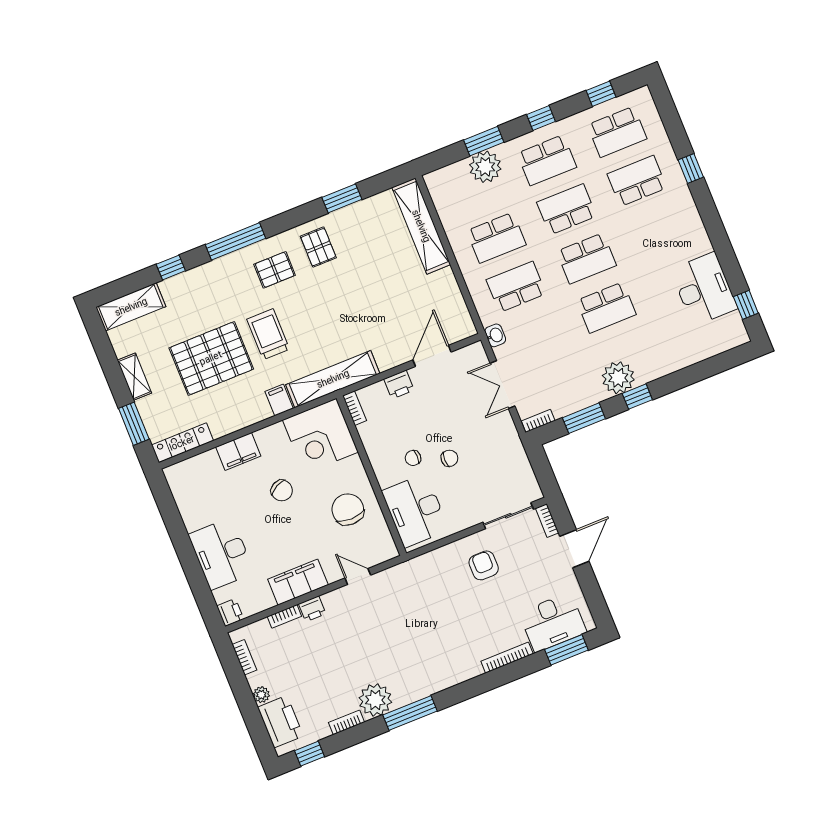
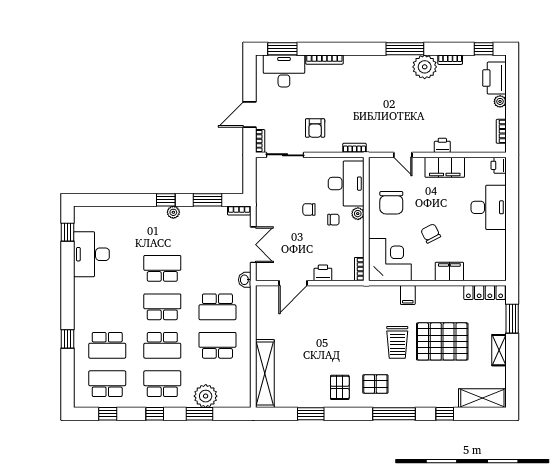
plant: (618, 378) -> (173, 212), width x0.53, depth x0.53
shelving: (333, 379) -> (366, 295), removed
plant: (385, 478) -> (358, 214), added
bookcase: (284, 616) -> (354, 148), moved

